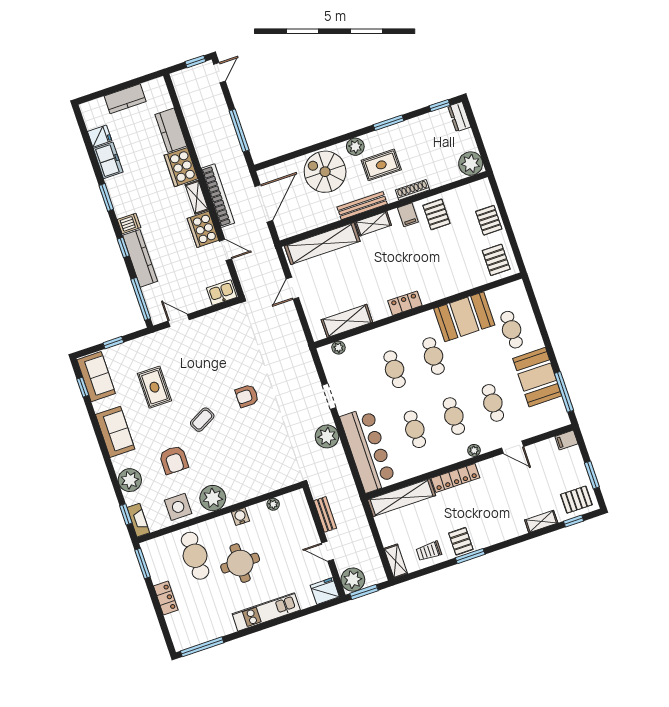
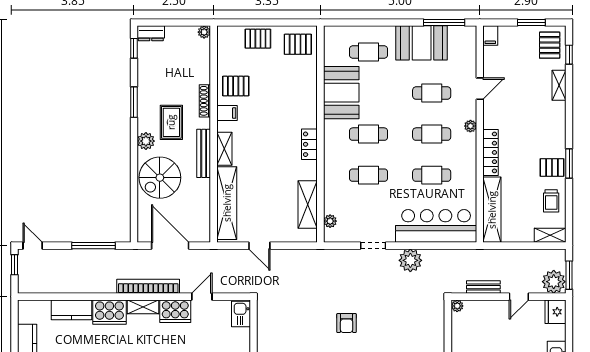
plant: (471, 164) -> (204, 32), width x0.53, depth x0.53
plant: (273, 504) -> (457, 306), moved

